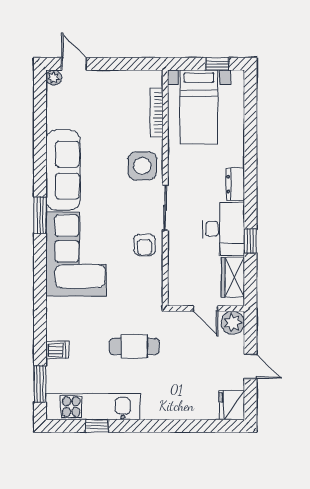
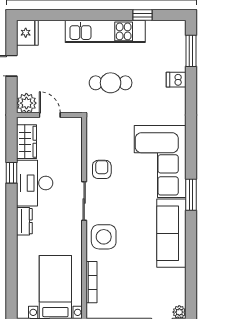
kitchen unit: (93, 407) -> (105, 31), moved

